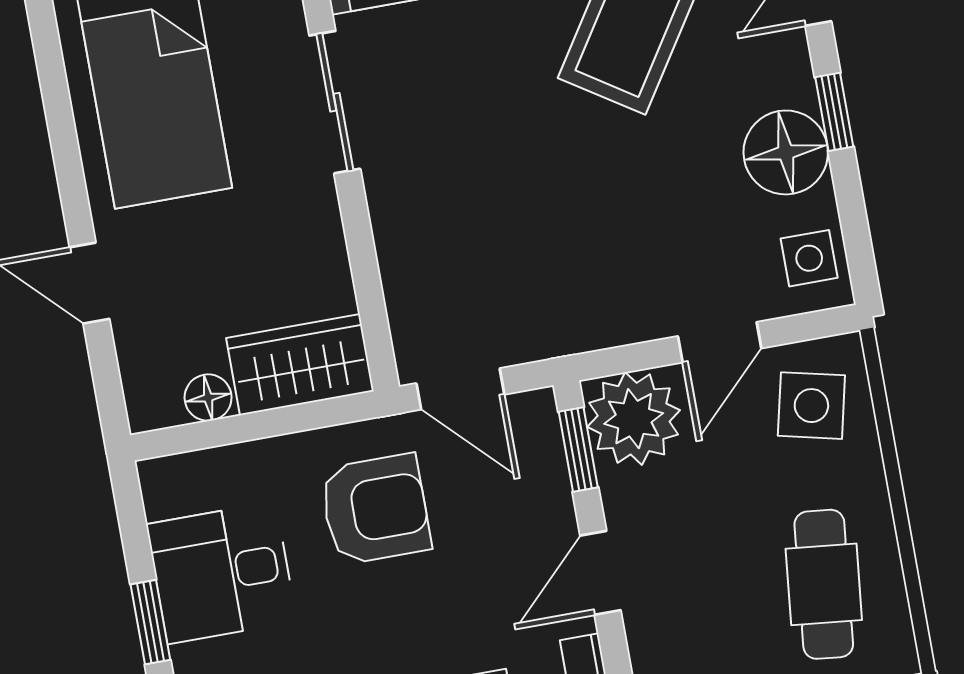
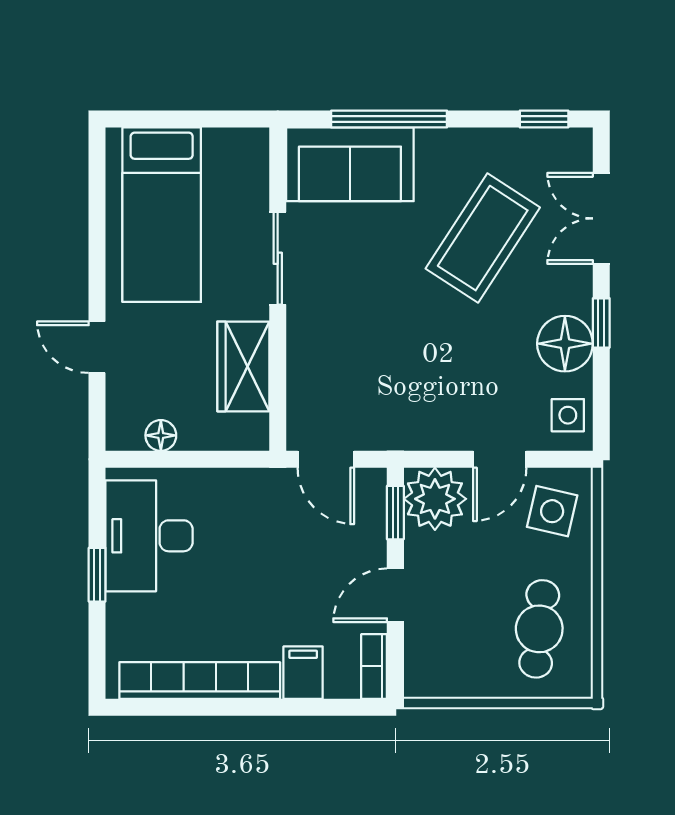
wardrobe: (300, 365) -> (243, 366), moved, turned -90
armchair: (375, 509) -> (256, 528), removed
desk: (222, 573) -> (149, 536), width x1.37

